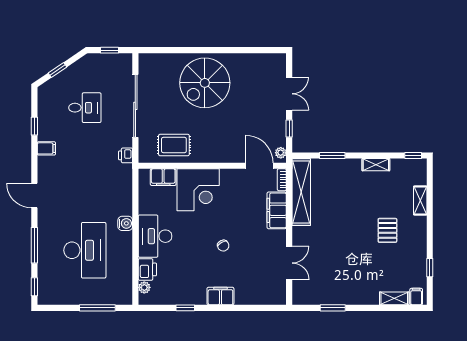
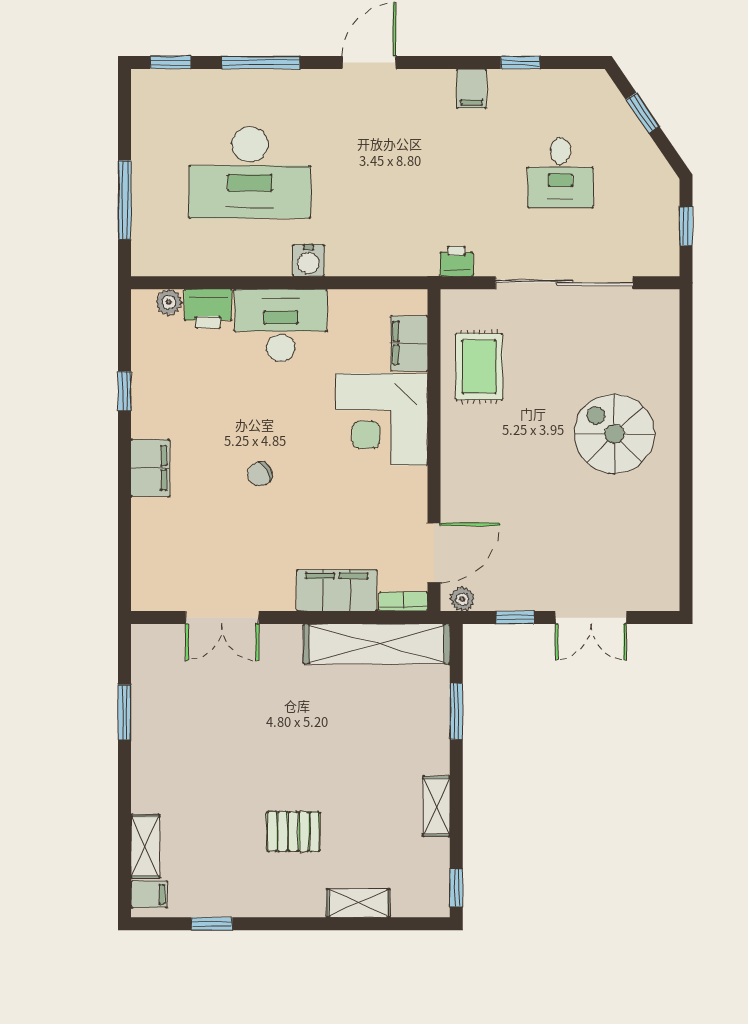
spiral stairs: (205, 83) -> (614, 434), width x0.73, depth x0.73

